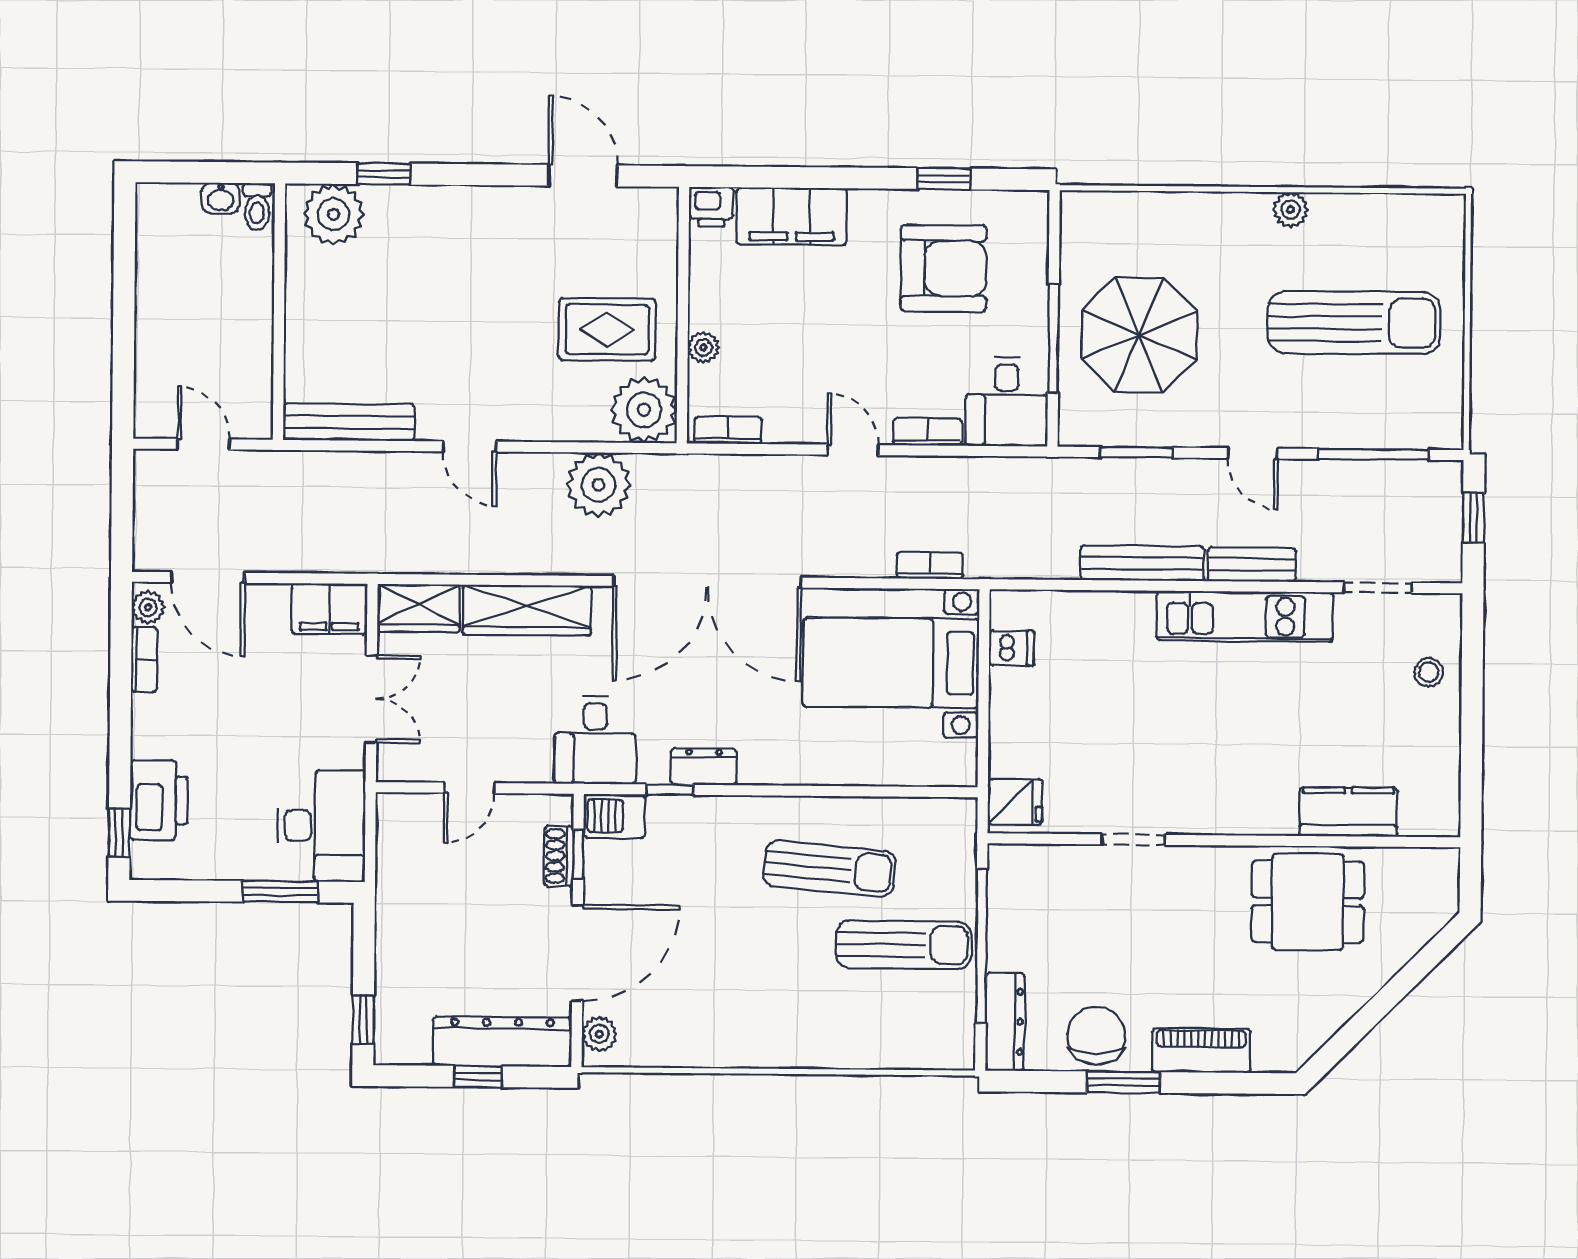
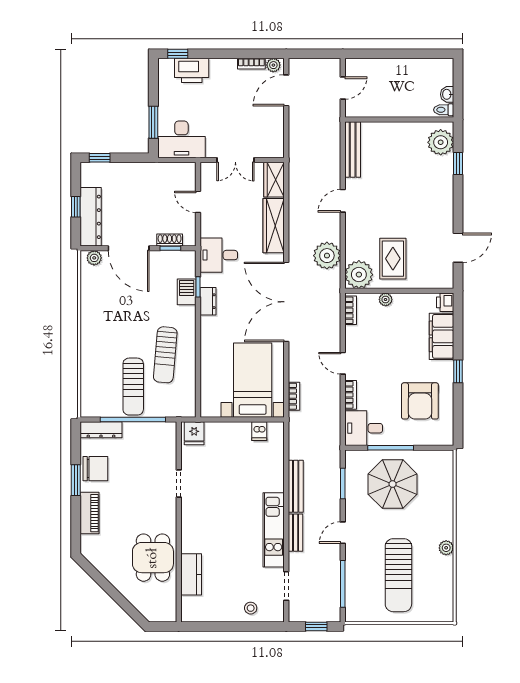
window: (944, 179) -> (458, 371), moved
door: (853, 450) -> (343, 363), swing flipped
filing cabinet: (329, 609) -> (273, 142), removed
barbecue: (614, 816) -> (187, 292), moved

